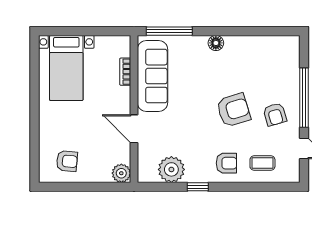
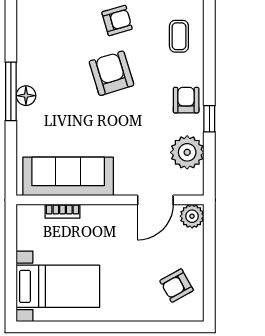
window: (169, 31) -> (11, 91), moved
door: (134, 129) -> (155, 200), moved
armchair: (67, 161) -> (177, 286), turned -124
armchair: (226, 163) -> (186, 100), moved

